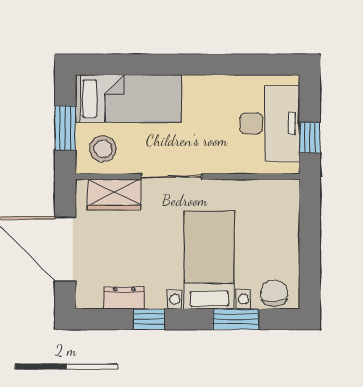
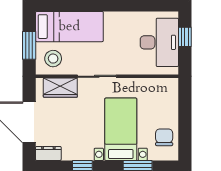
window: (310, 138) -> (185, 37), moved
chair: (274, 293) -> (164, 137), moved
dresser: (124, 298) -> (48, 153), moved

